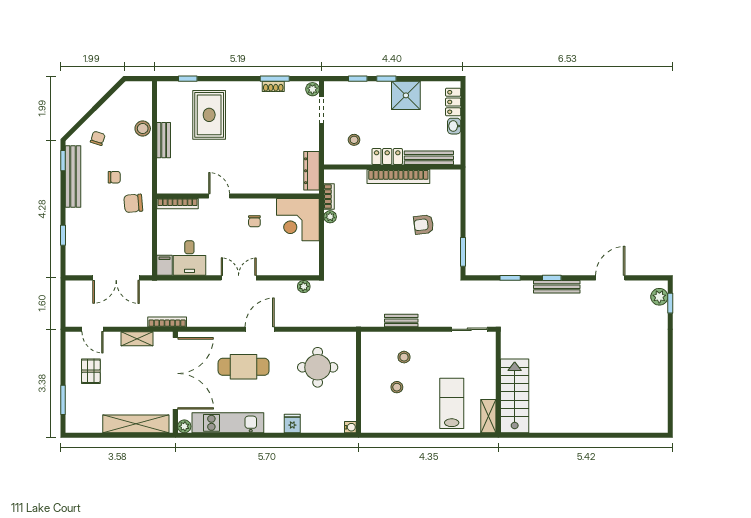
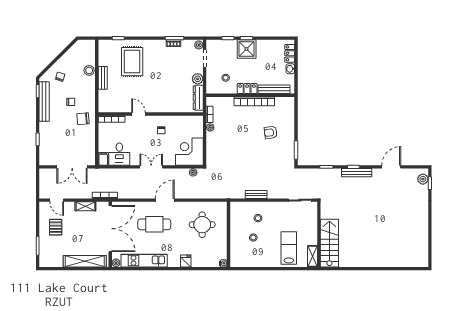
shower: (406, 95) -> (247, 49), moved
plant: (311, 141) -> (198, 79), added
corner desk: (298, 220) -> (189, 152), moved, turned 90

